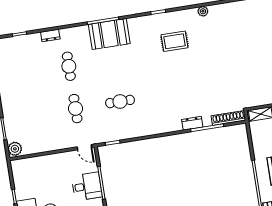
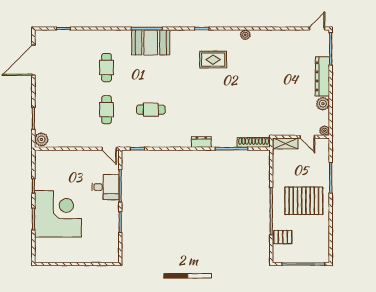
dresser: (50, 35) -> (93, 35), removed
dresser: (192, 123) -> (201, 142), moved

